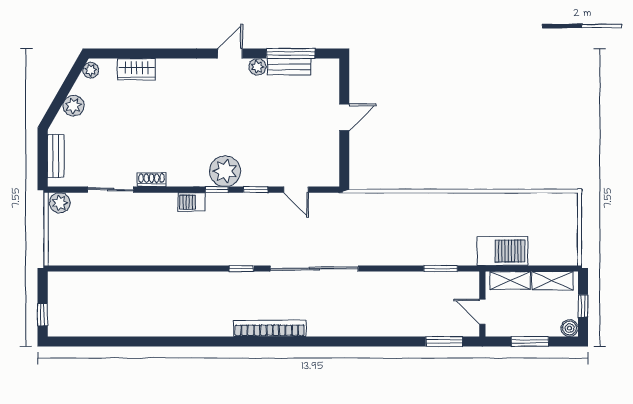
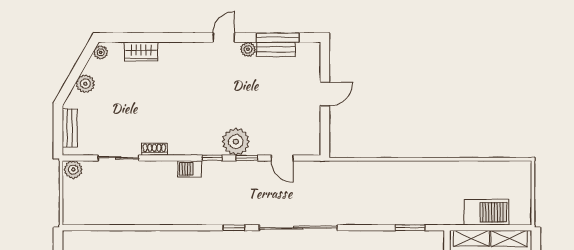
plant: (225, 171) -> (236, 142), moved
barbecue: (502, 251) -> (486, 212), moved

